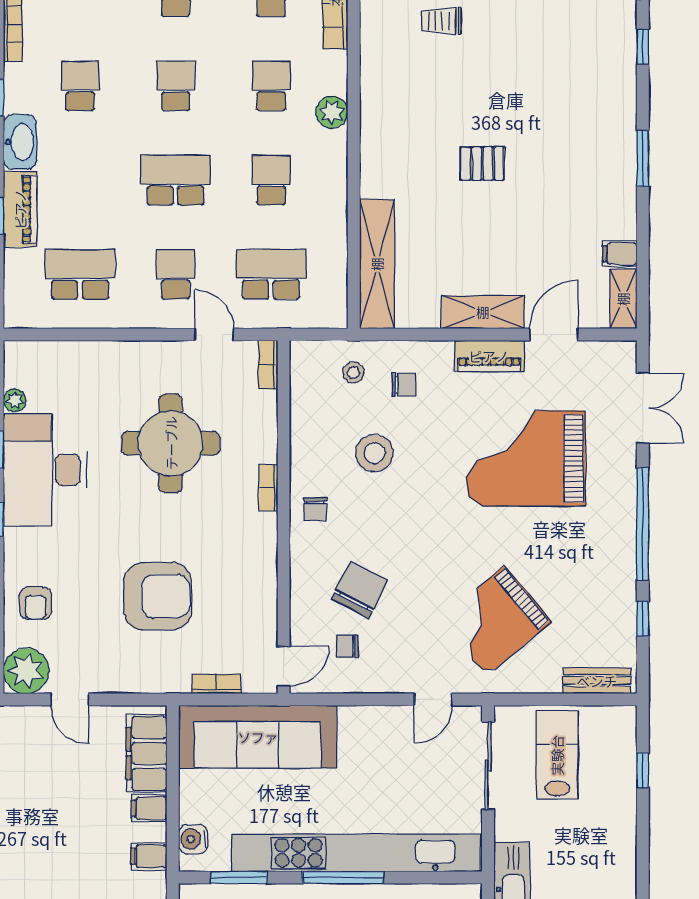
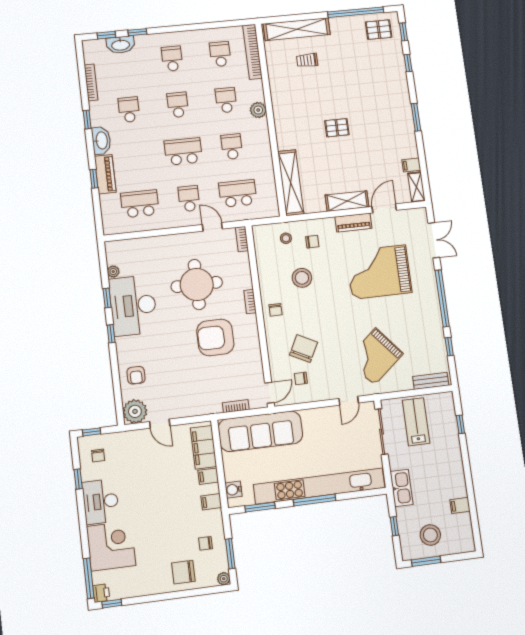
armchair: (158, 596) -> (215, 337), moved, turned 180

